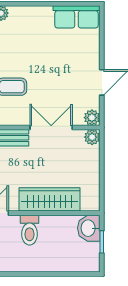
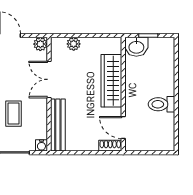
plant: (92, 137) -> (74, 44), moved
toilet: (30, 230) -> (161, 104), moved, turned 180

